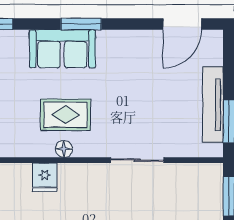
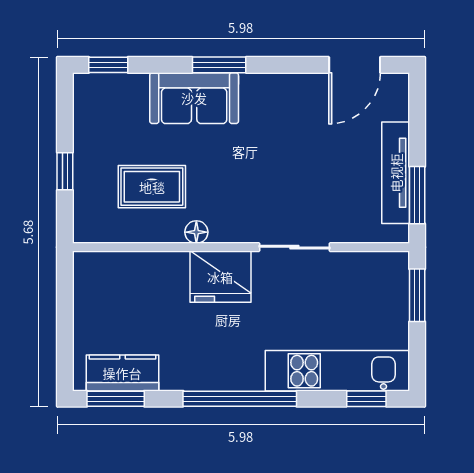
rug: (66, 115) -> (152, 187), moved
fridge: (45, 177) -> (220, 277), moved, width x1.88, depth x1.34

